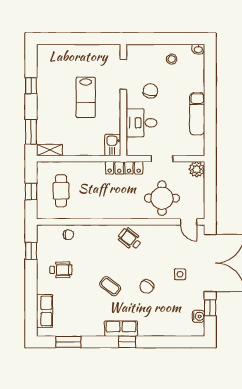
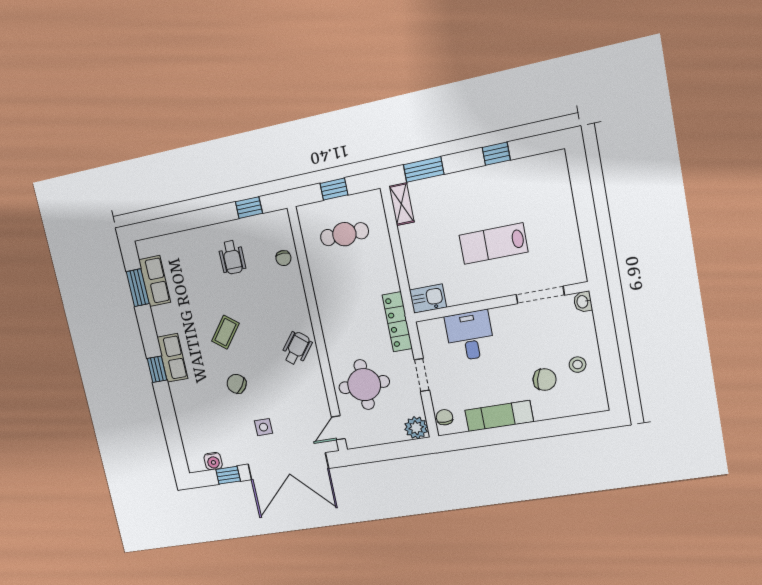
washbasin: (198, 49) -> (583, 302), moved
chair: (150, 91) -> (545, 380), moved
chair: (193, 149) -> (445, 417), added
row of seats: (44, 311) -> (155, 281), moved, turned -90

